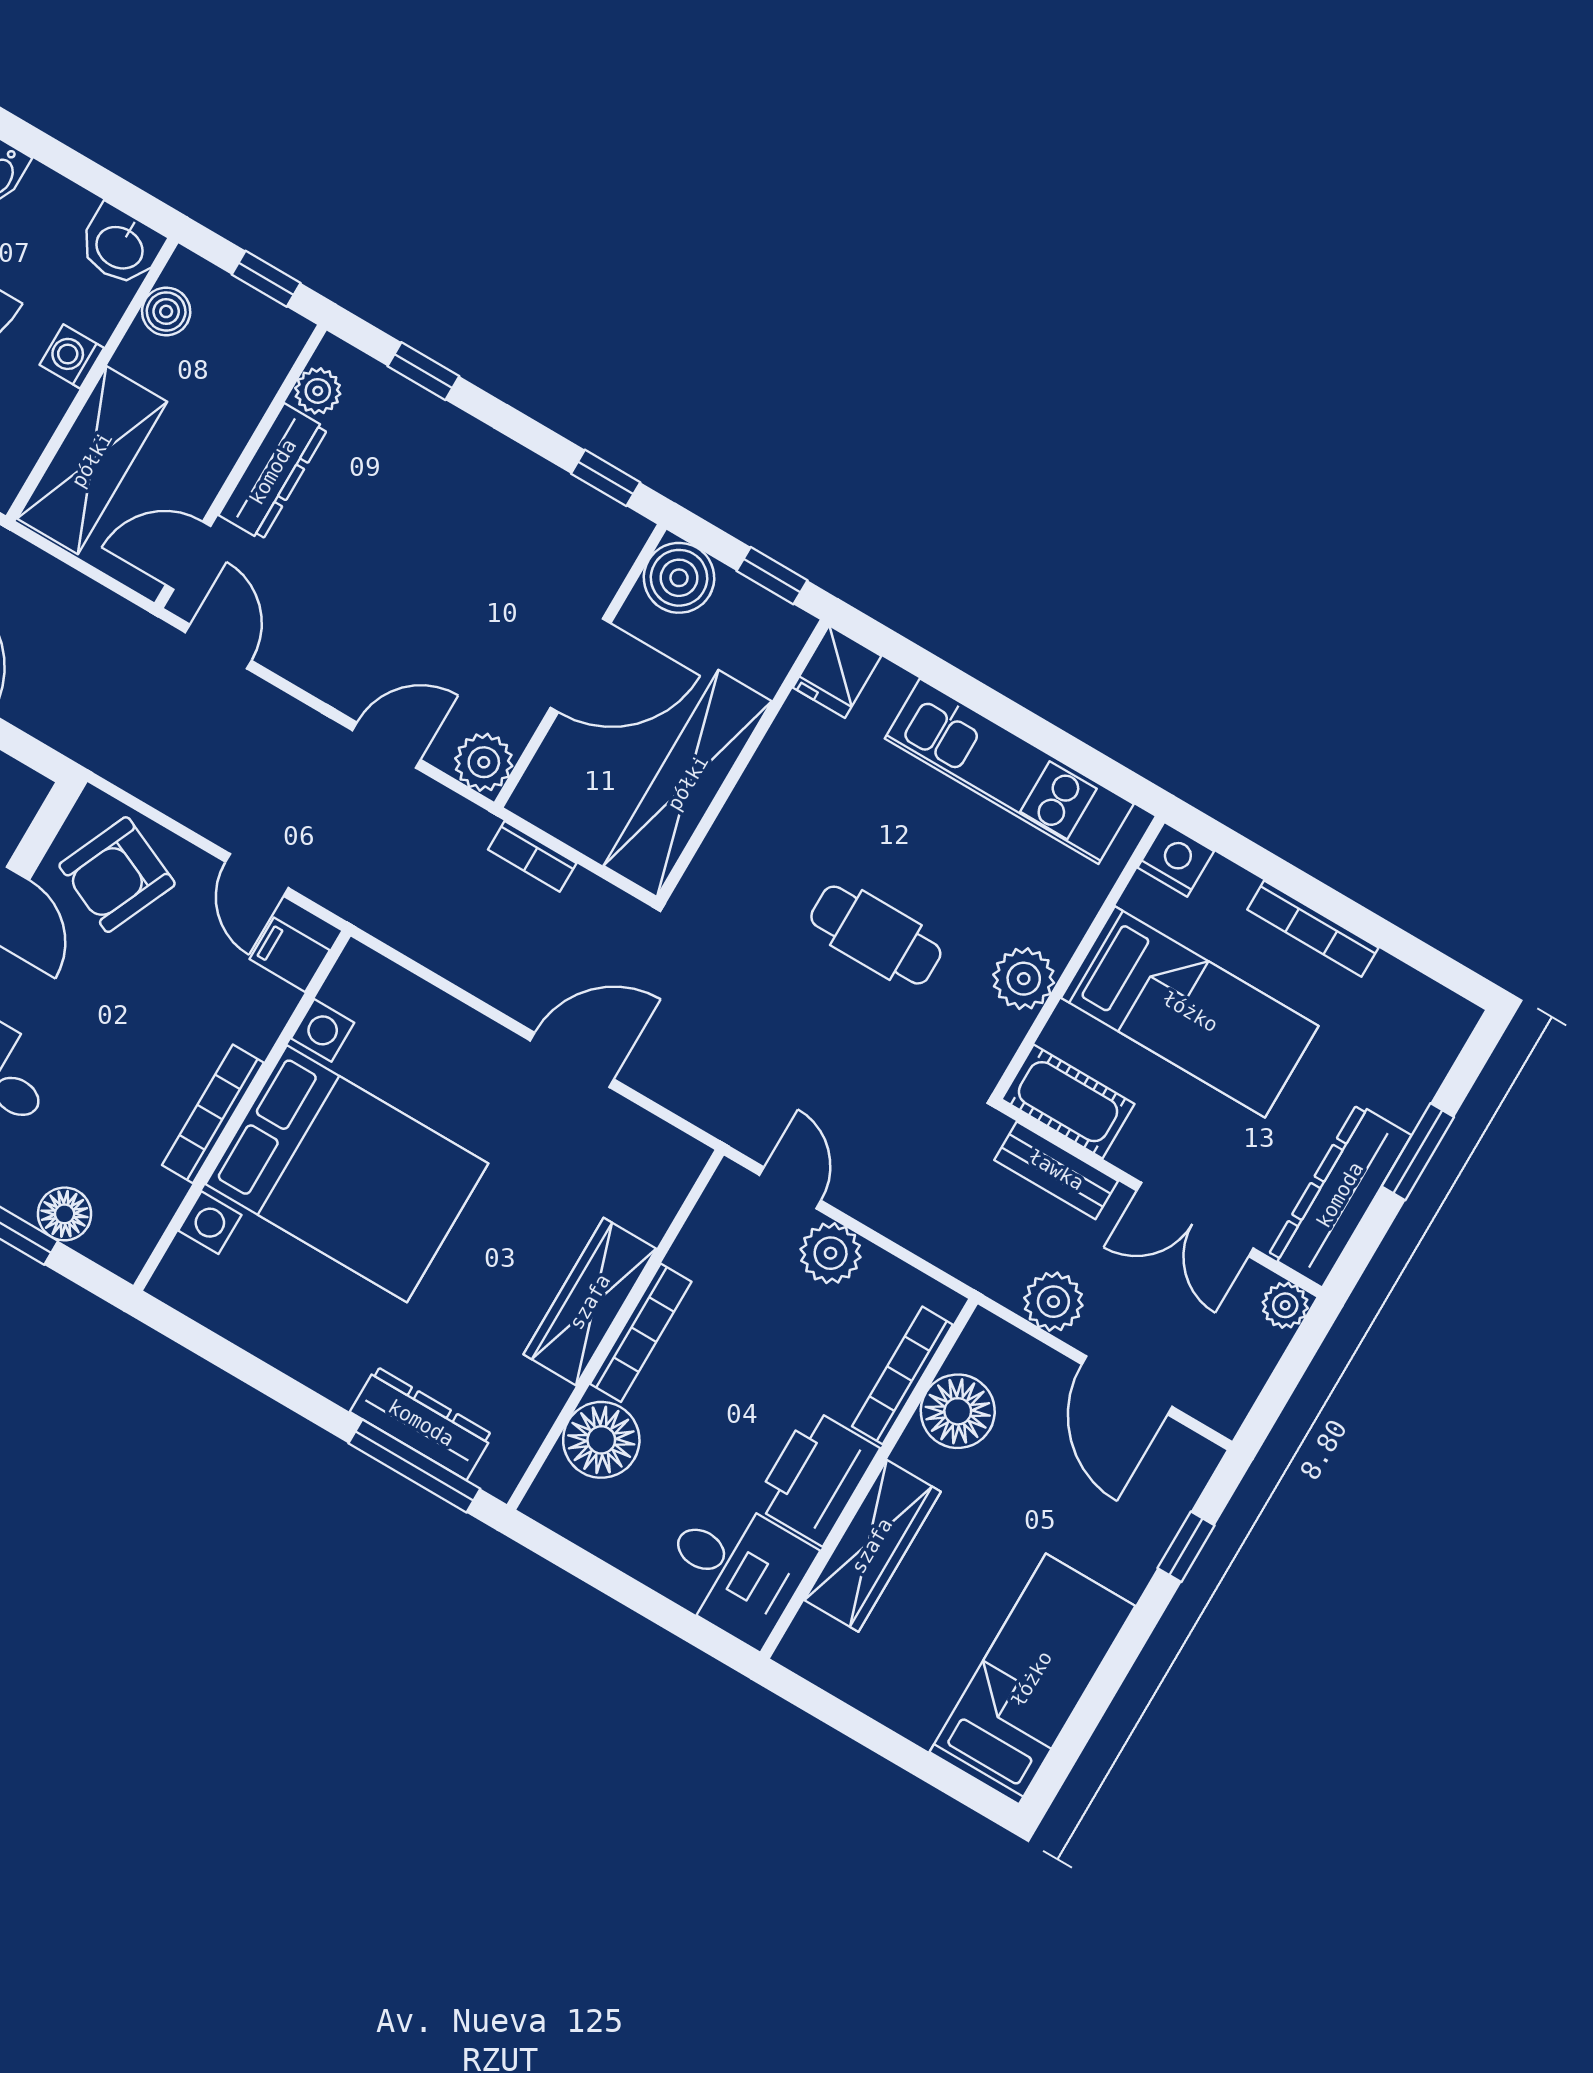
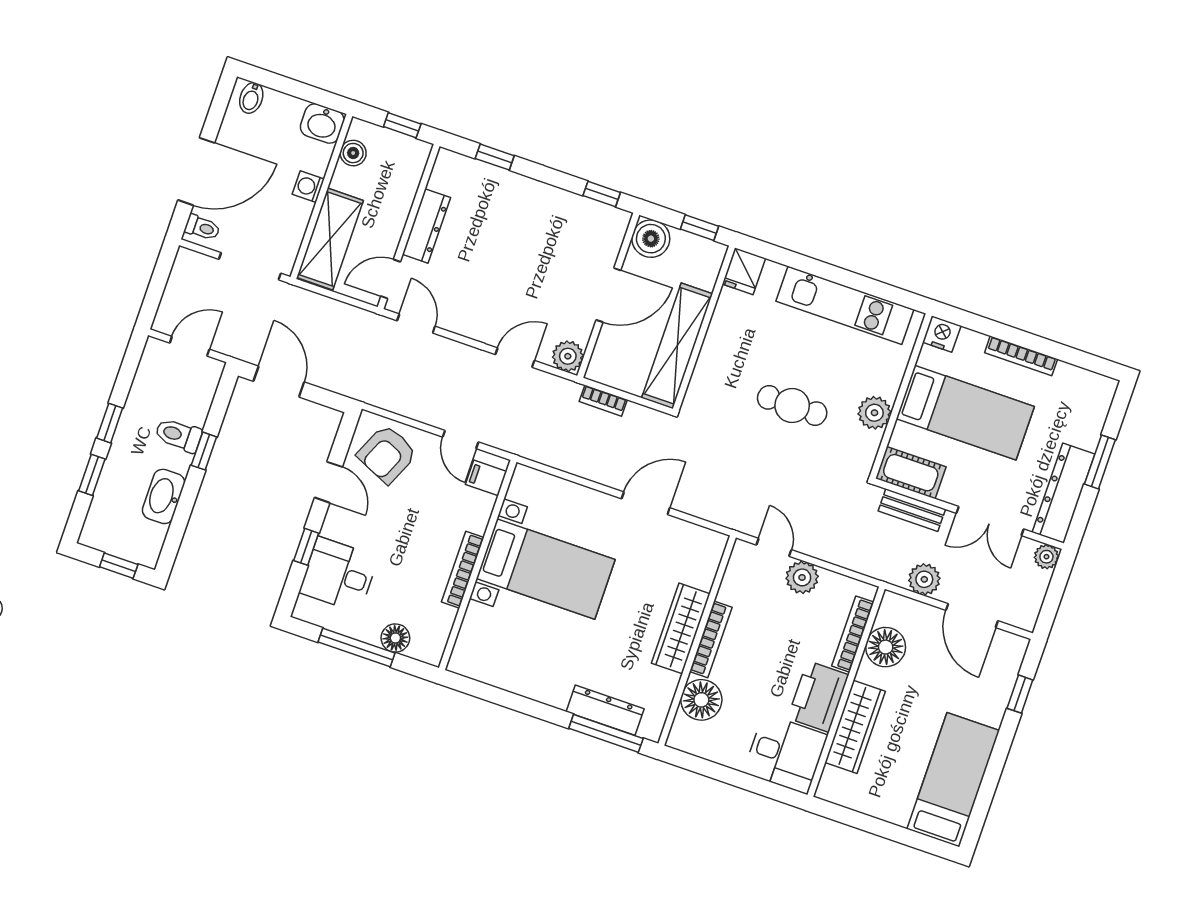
plant: (318, 391) -> (441, 179), removed
bed with nightstands: (347, 1174) -> (546, 569), width x0.73

